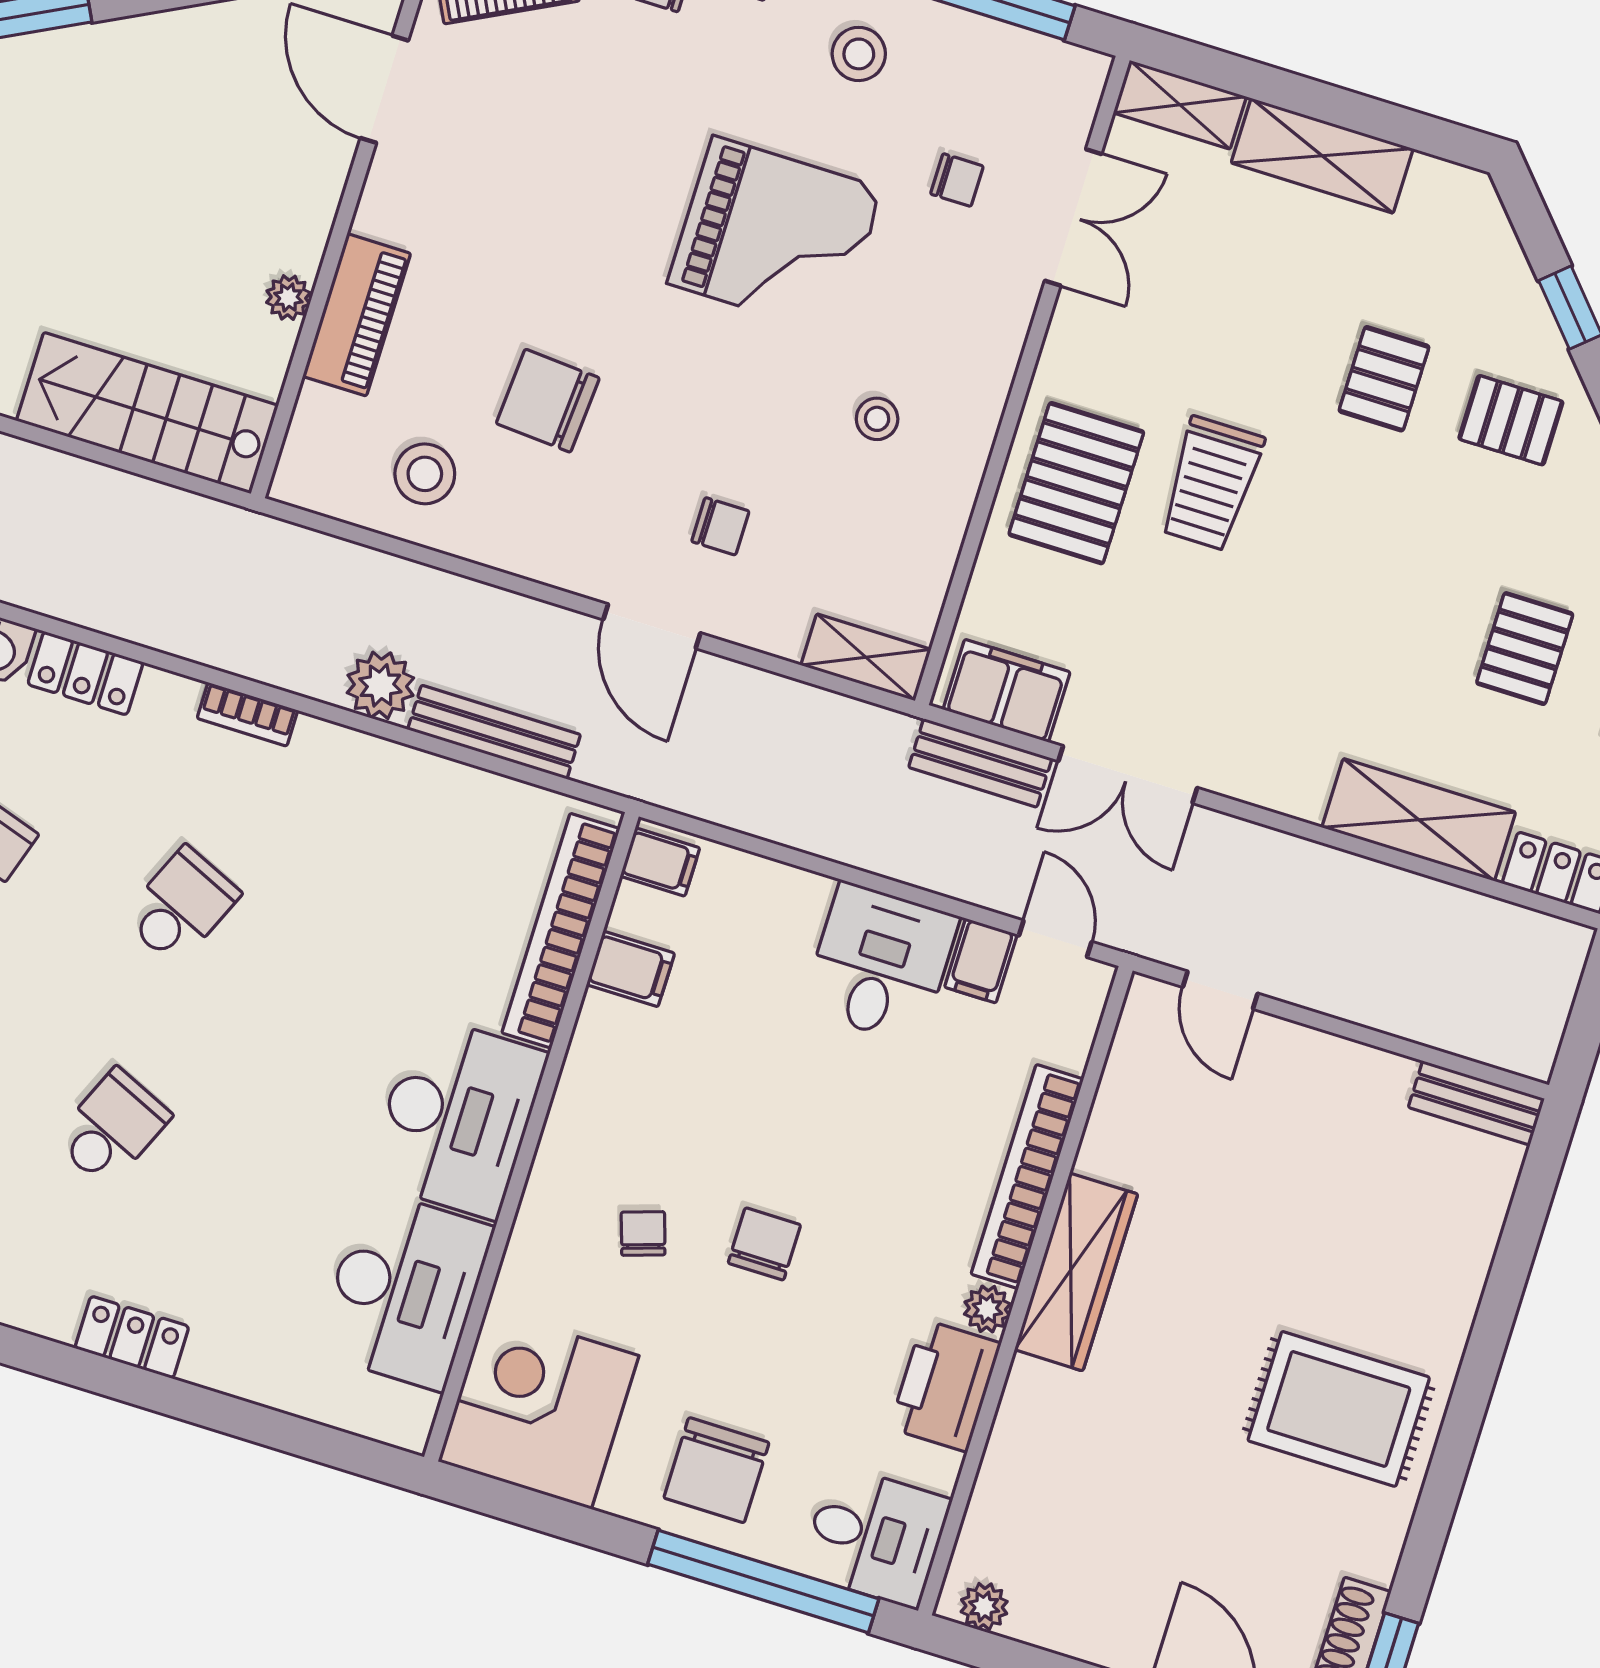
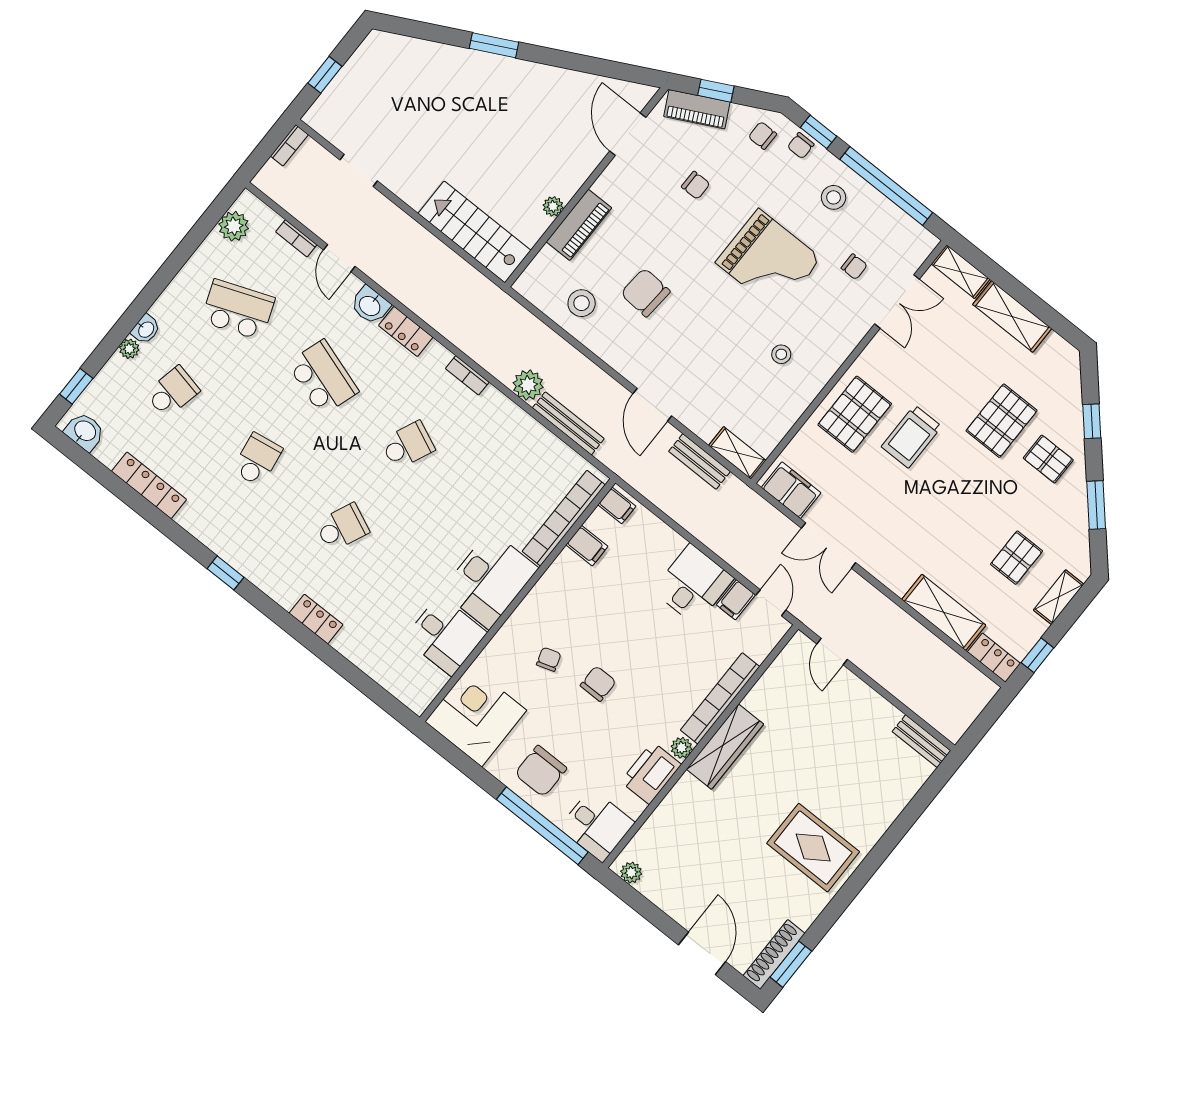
pallet: (1384, 379) -> (1002, 421), width x1.50, depth x1.42
chair: (720, 526) -> (696, 185), moved
bench: (980, 763) -> (699, 461), moved
desk: (404, 1290) -> (445, 635), width x0.73

